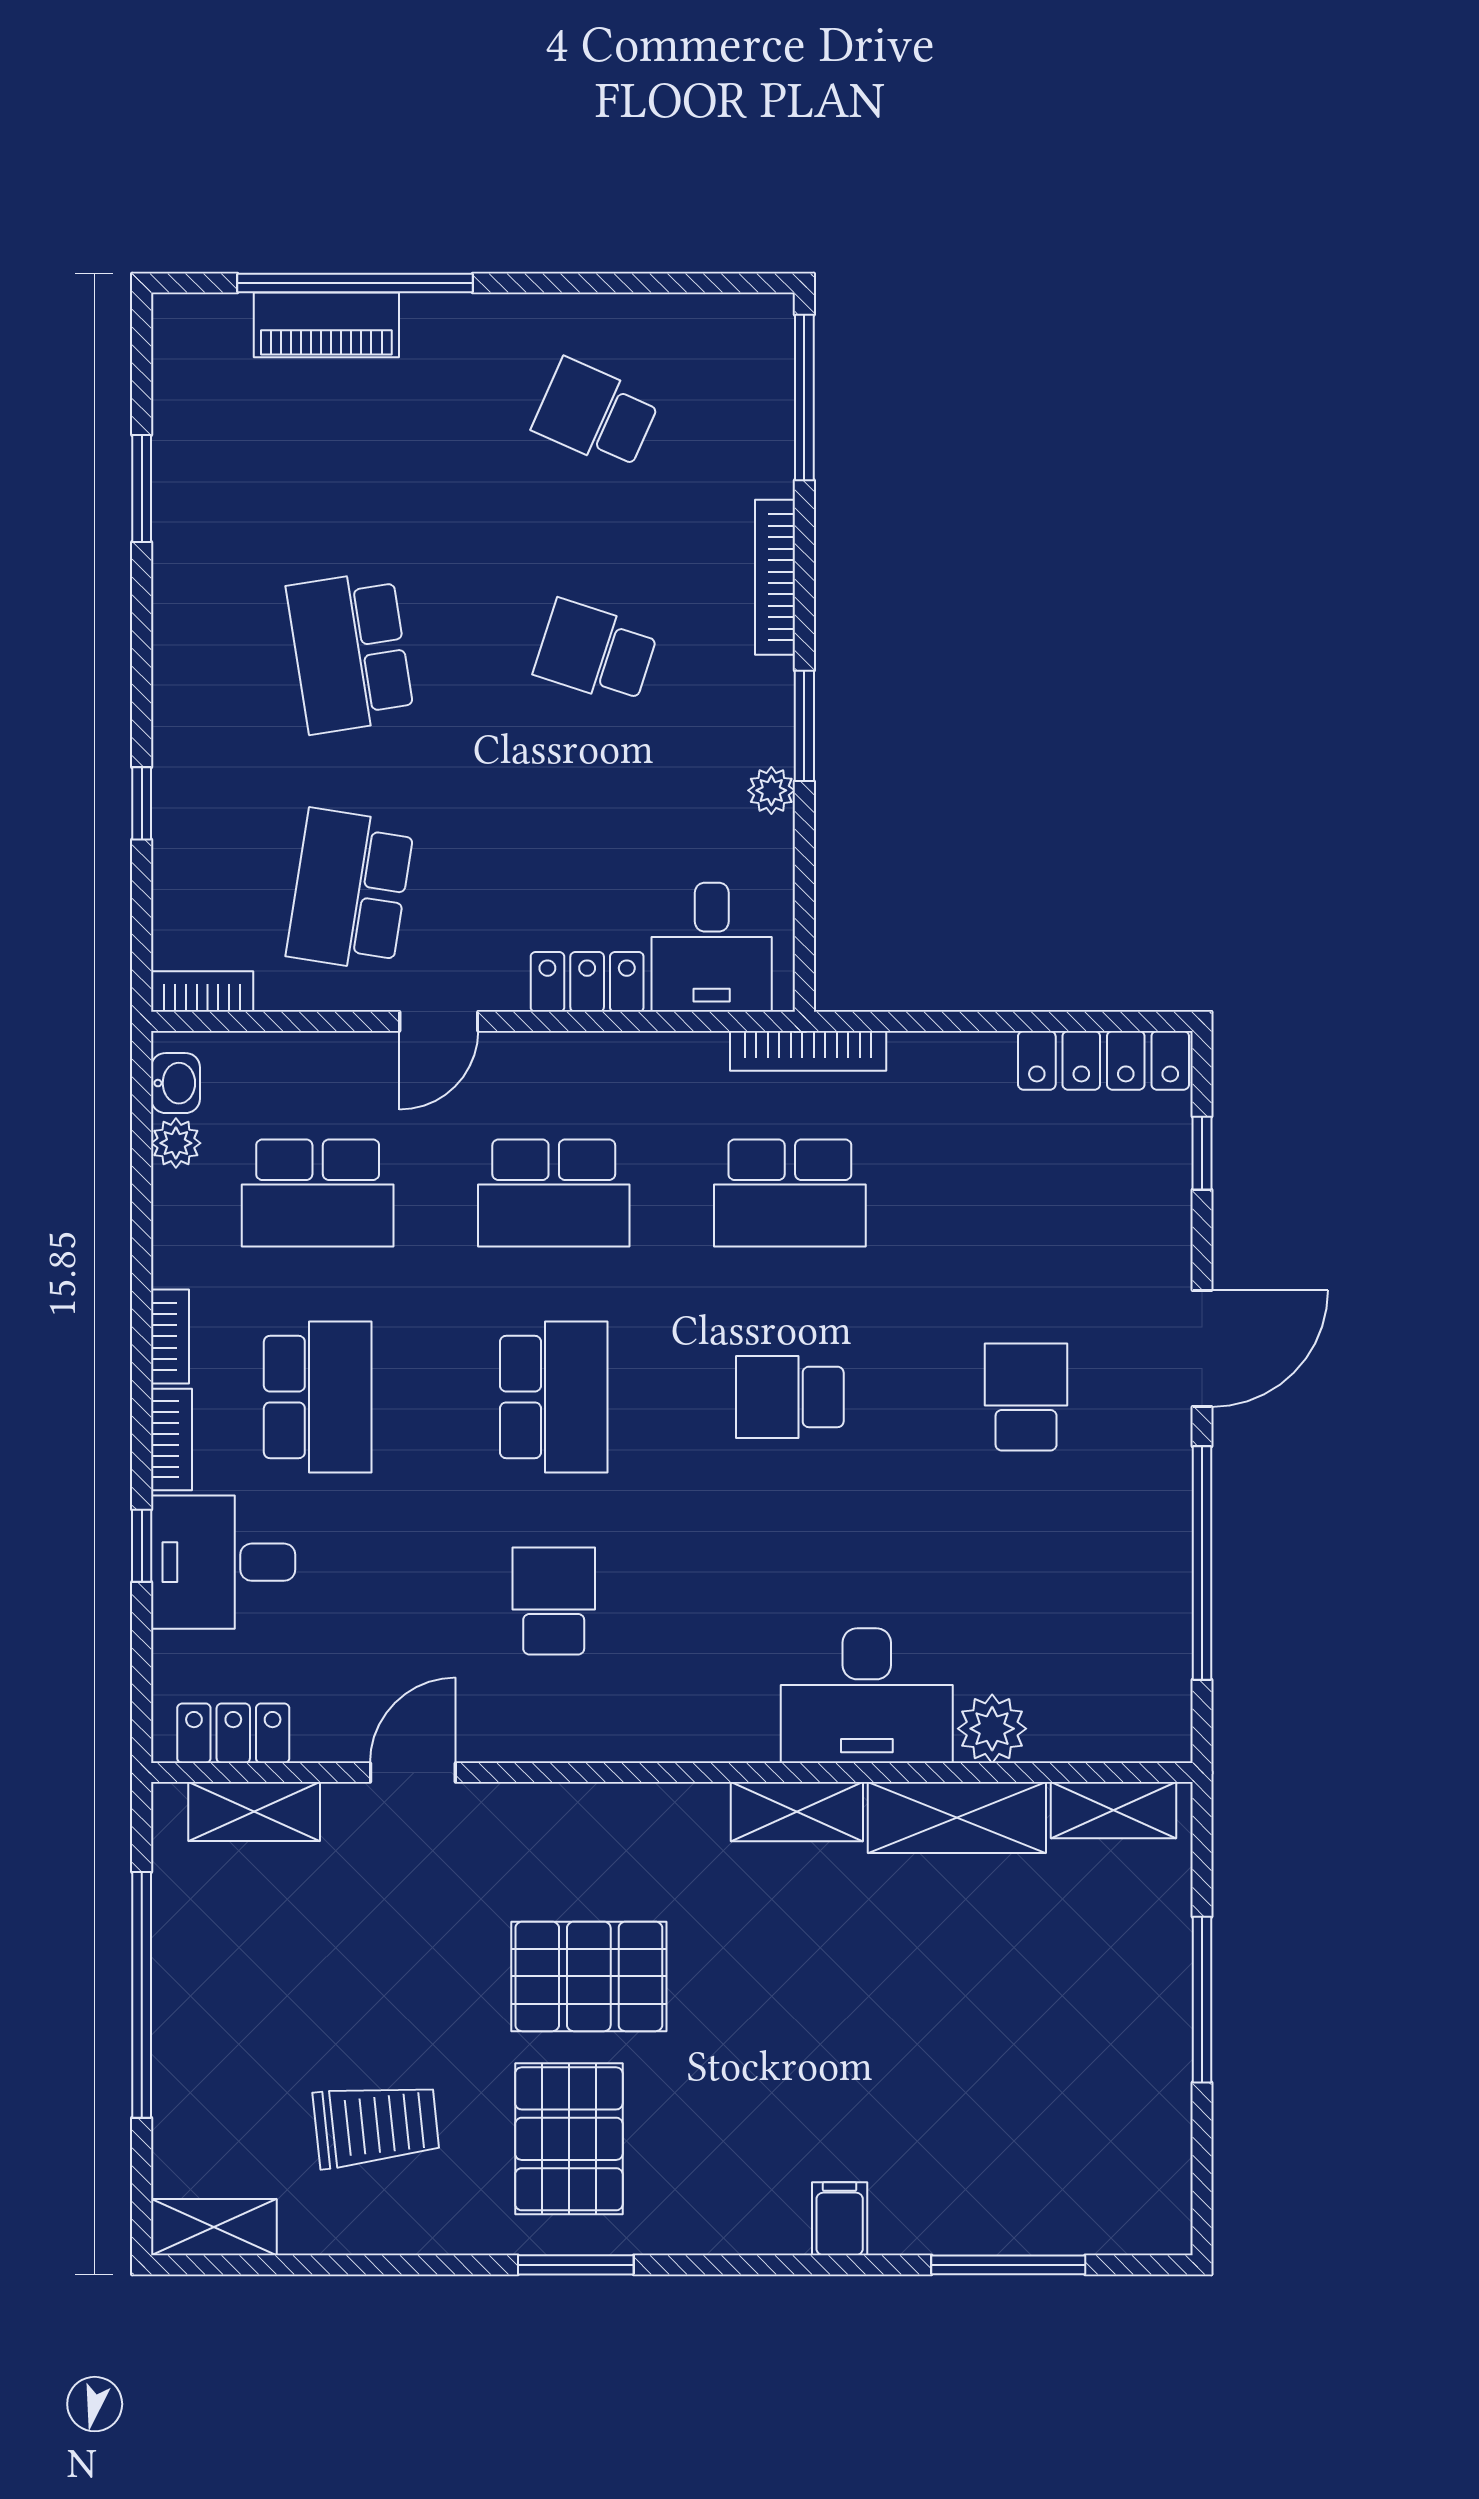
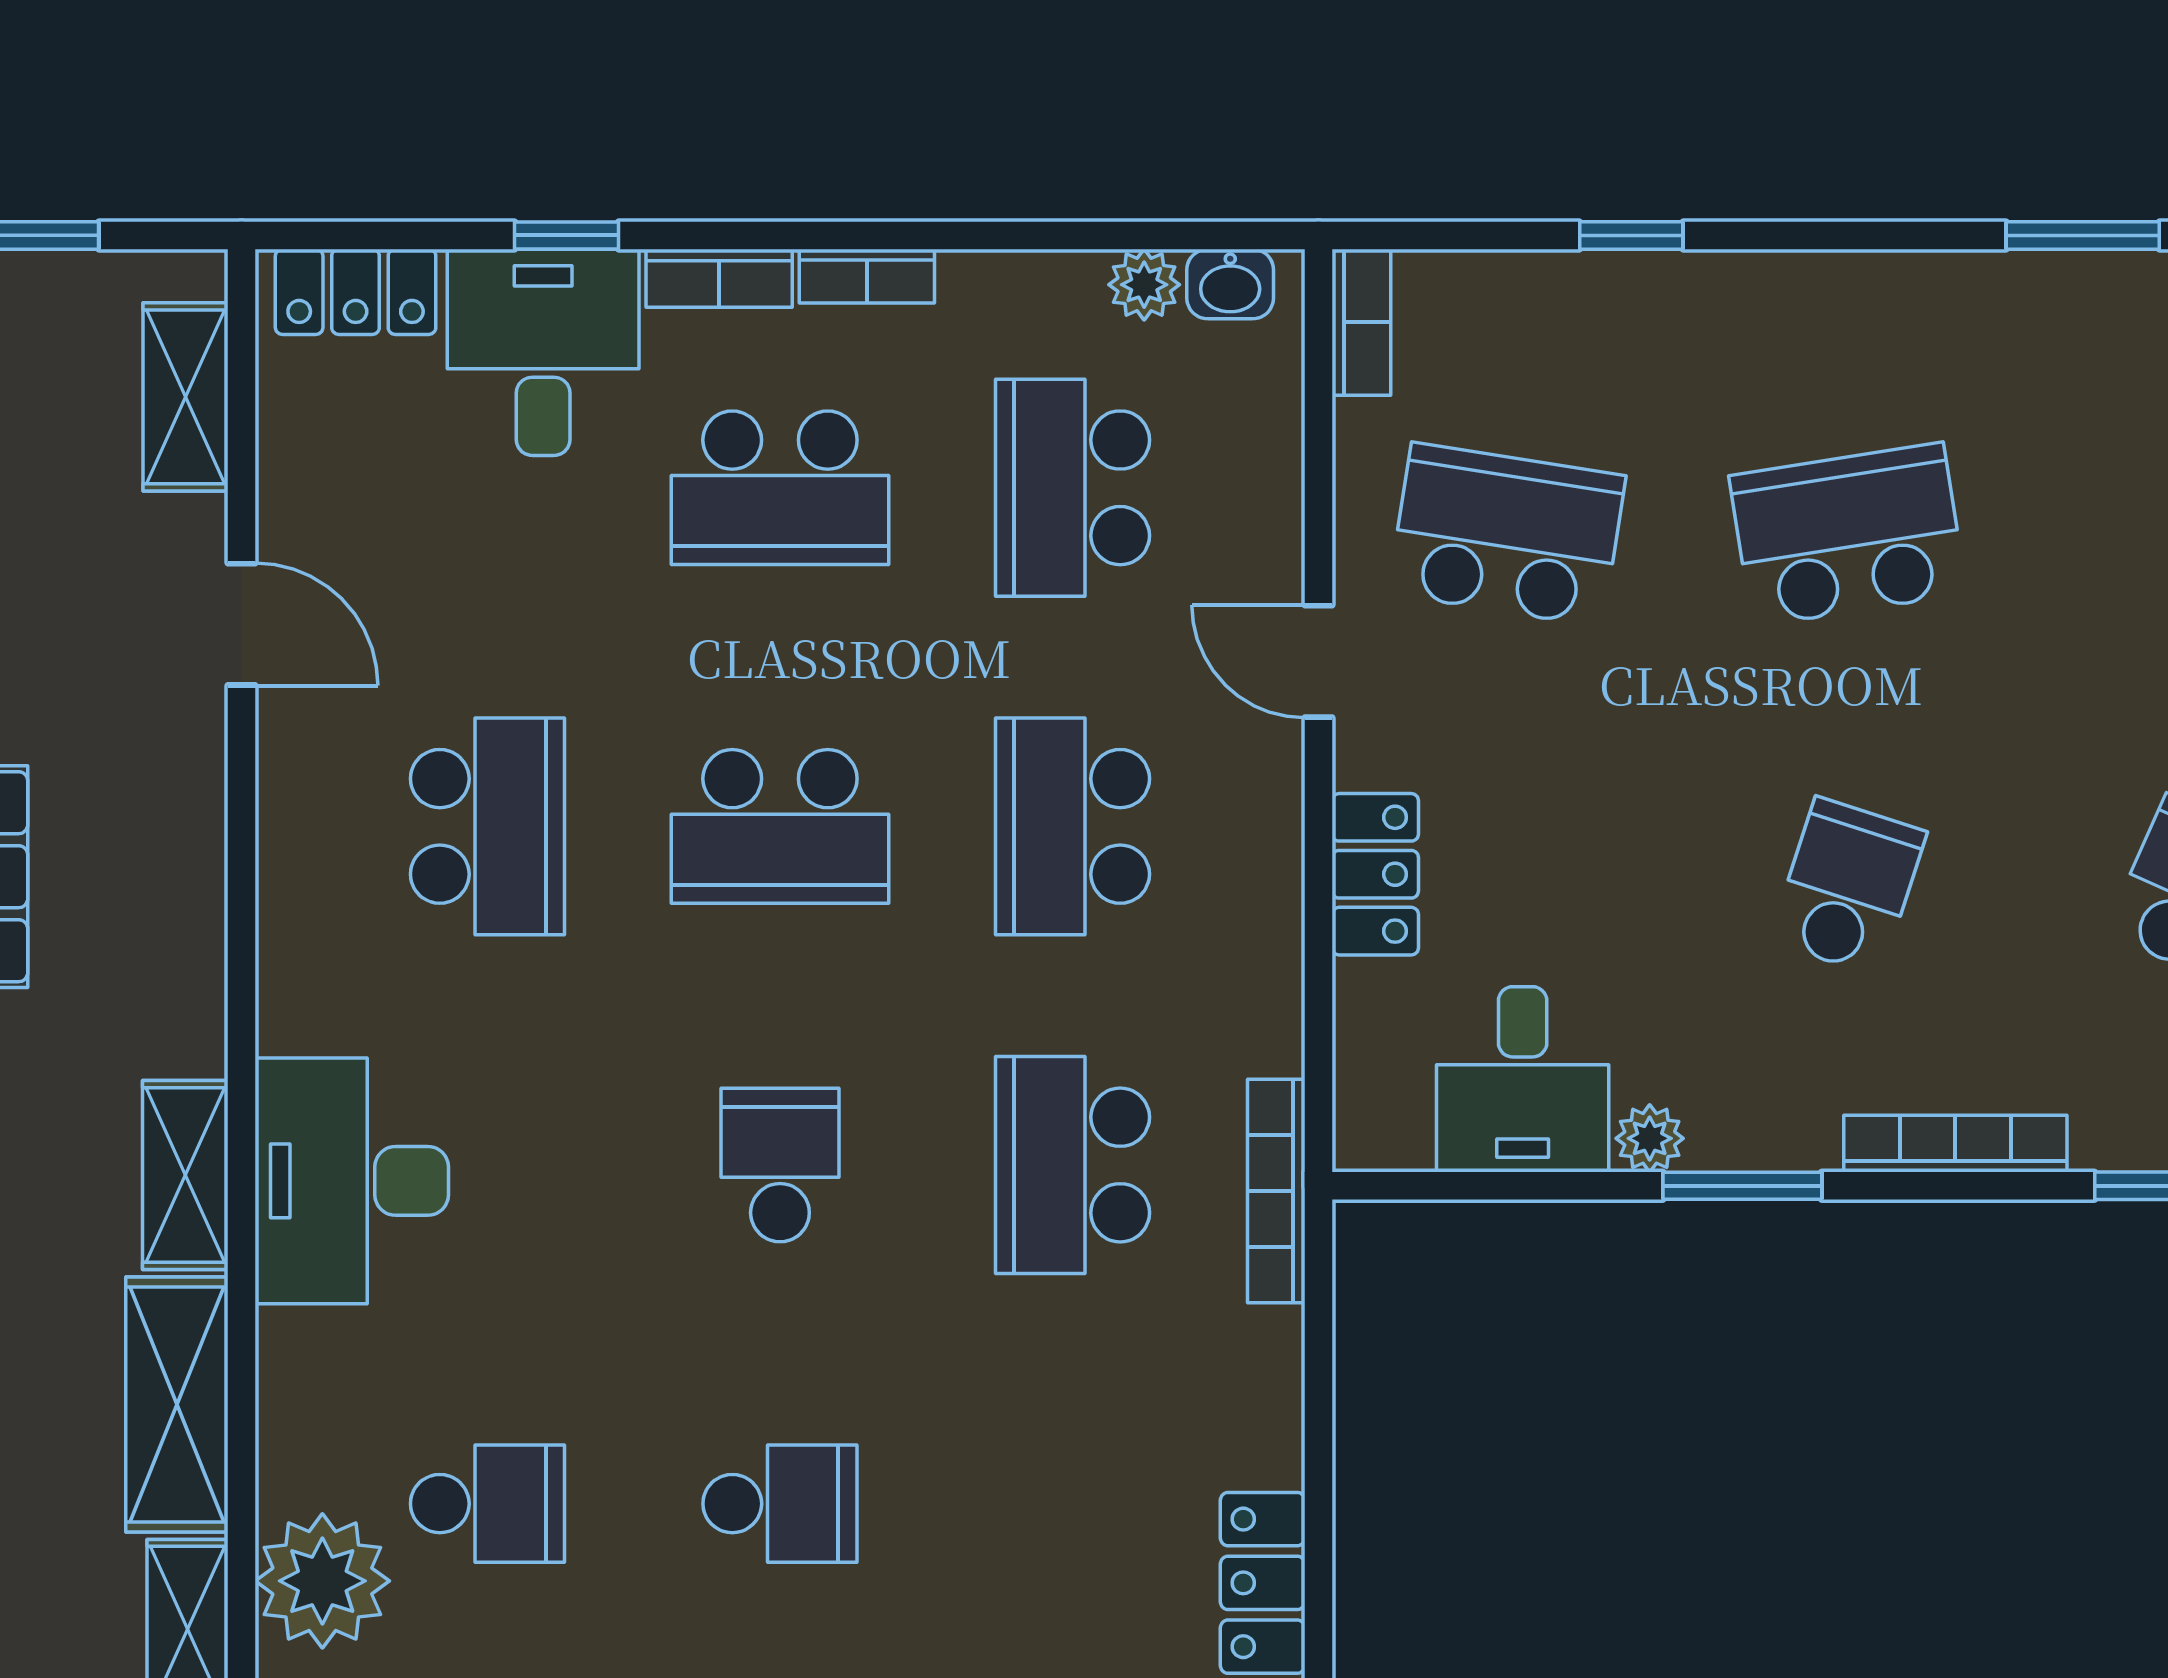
desk: (712, 947) -> (1523, 1079), moved, turned -90
school desk: (554, 1601) -> (487, 826), width x1.85
school desk: (1026, 1601) -> (487, 1504), added
desk: (867, 1696) -> (352, 1181), moved
plant: (992, 1729) -> (322, 1581), moved, width x1.36, depth x1.36
locker: (233, 1733) -> (356, 292), moved, turned 90

